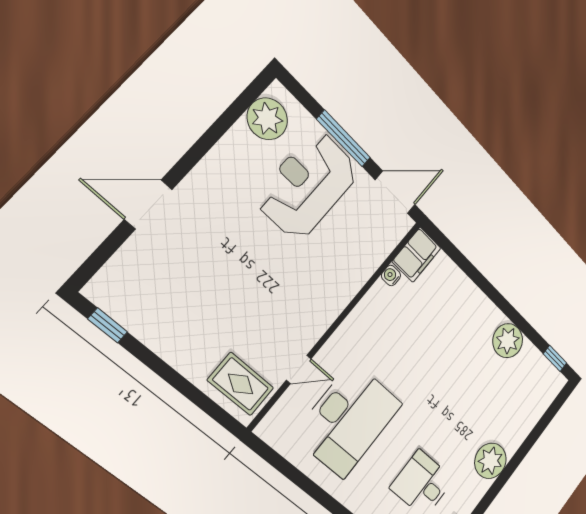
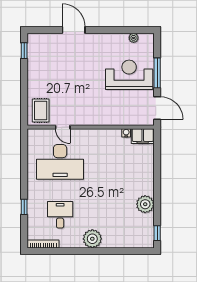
plant: (267, 119) -> (134, 38), width x0.53, depth x0.53

